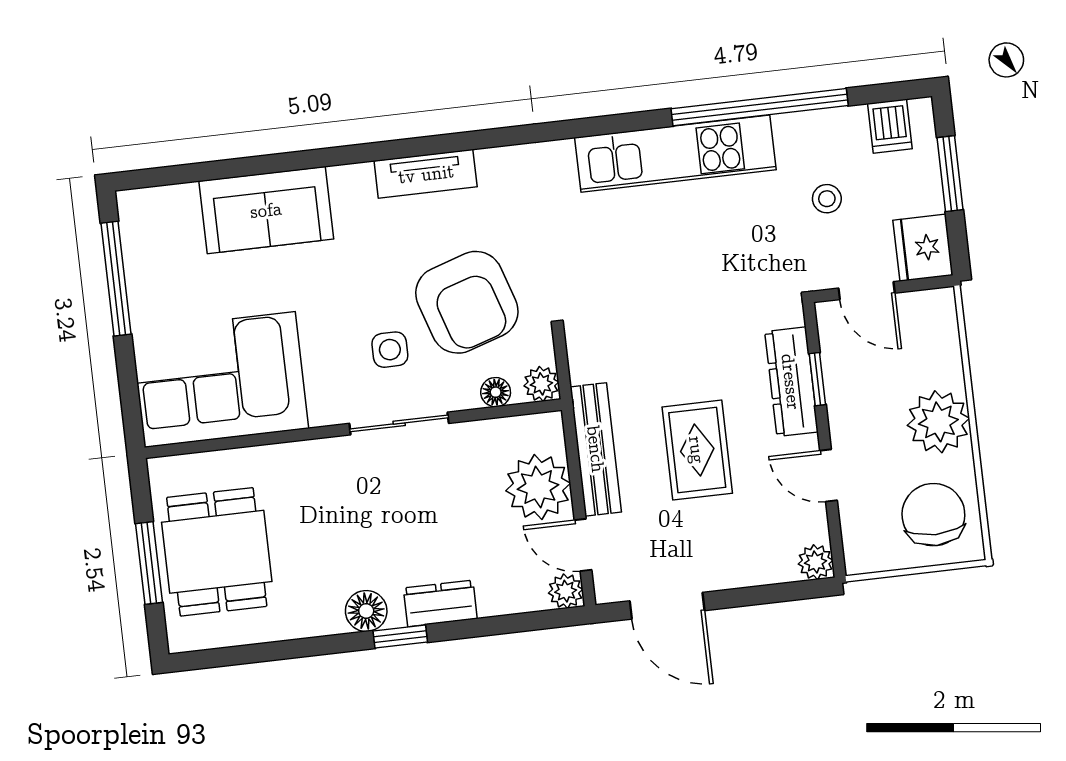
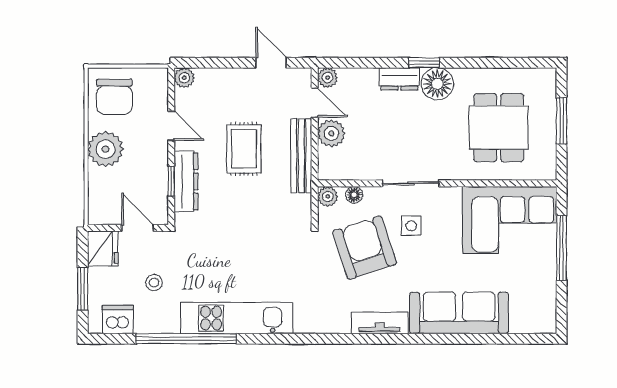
dishwasher: (890, 126) -> (118, 319), width x1.38
sofa: (266, 210) -> (459, 313), width x1.36
window: (116, 279) -> (562, 248), moved
plant: (538, 487) -> (331, 133), width x0.73, depth x0.73
dining table: (217, 552) -> (499, 128), moved
door: (667, 606) -> (271, 63), width x0.73
floor lamp: (366, 611) -> (437, 84), width x1.38, depth x1.38

